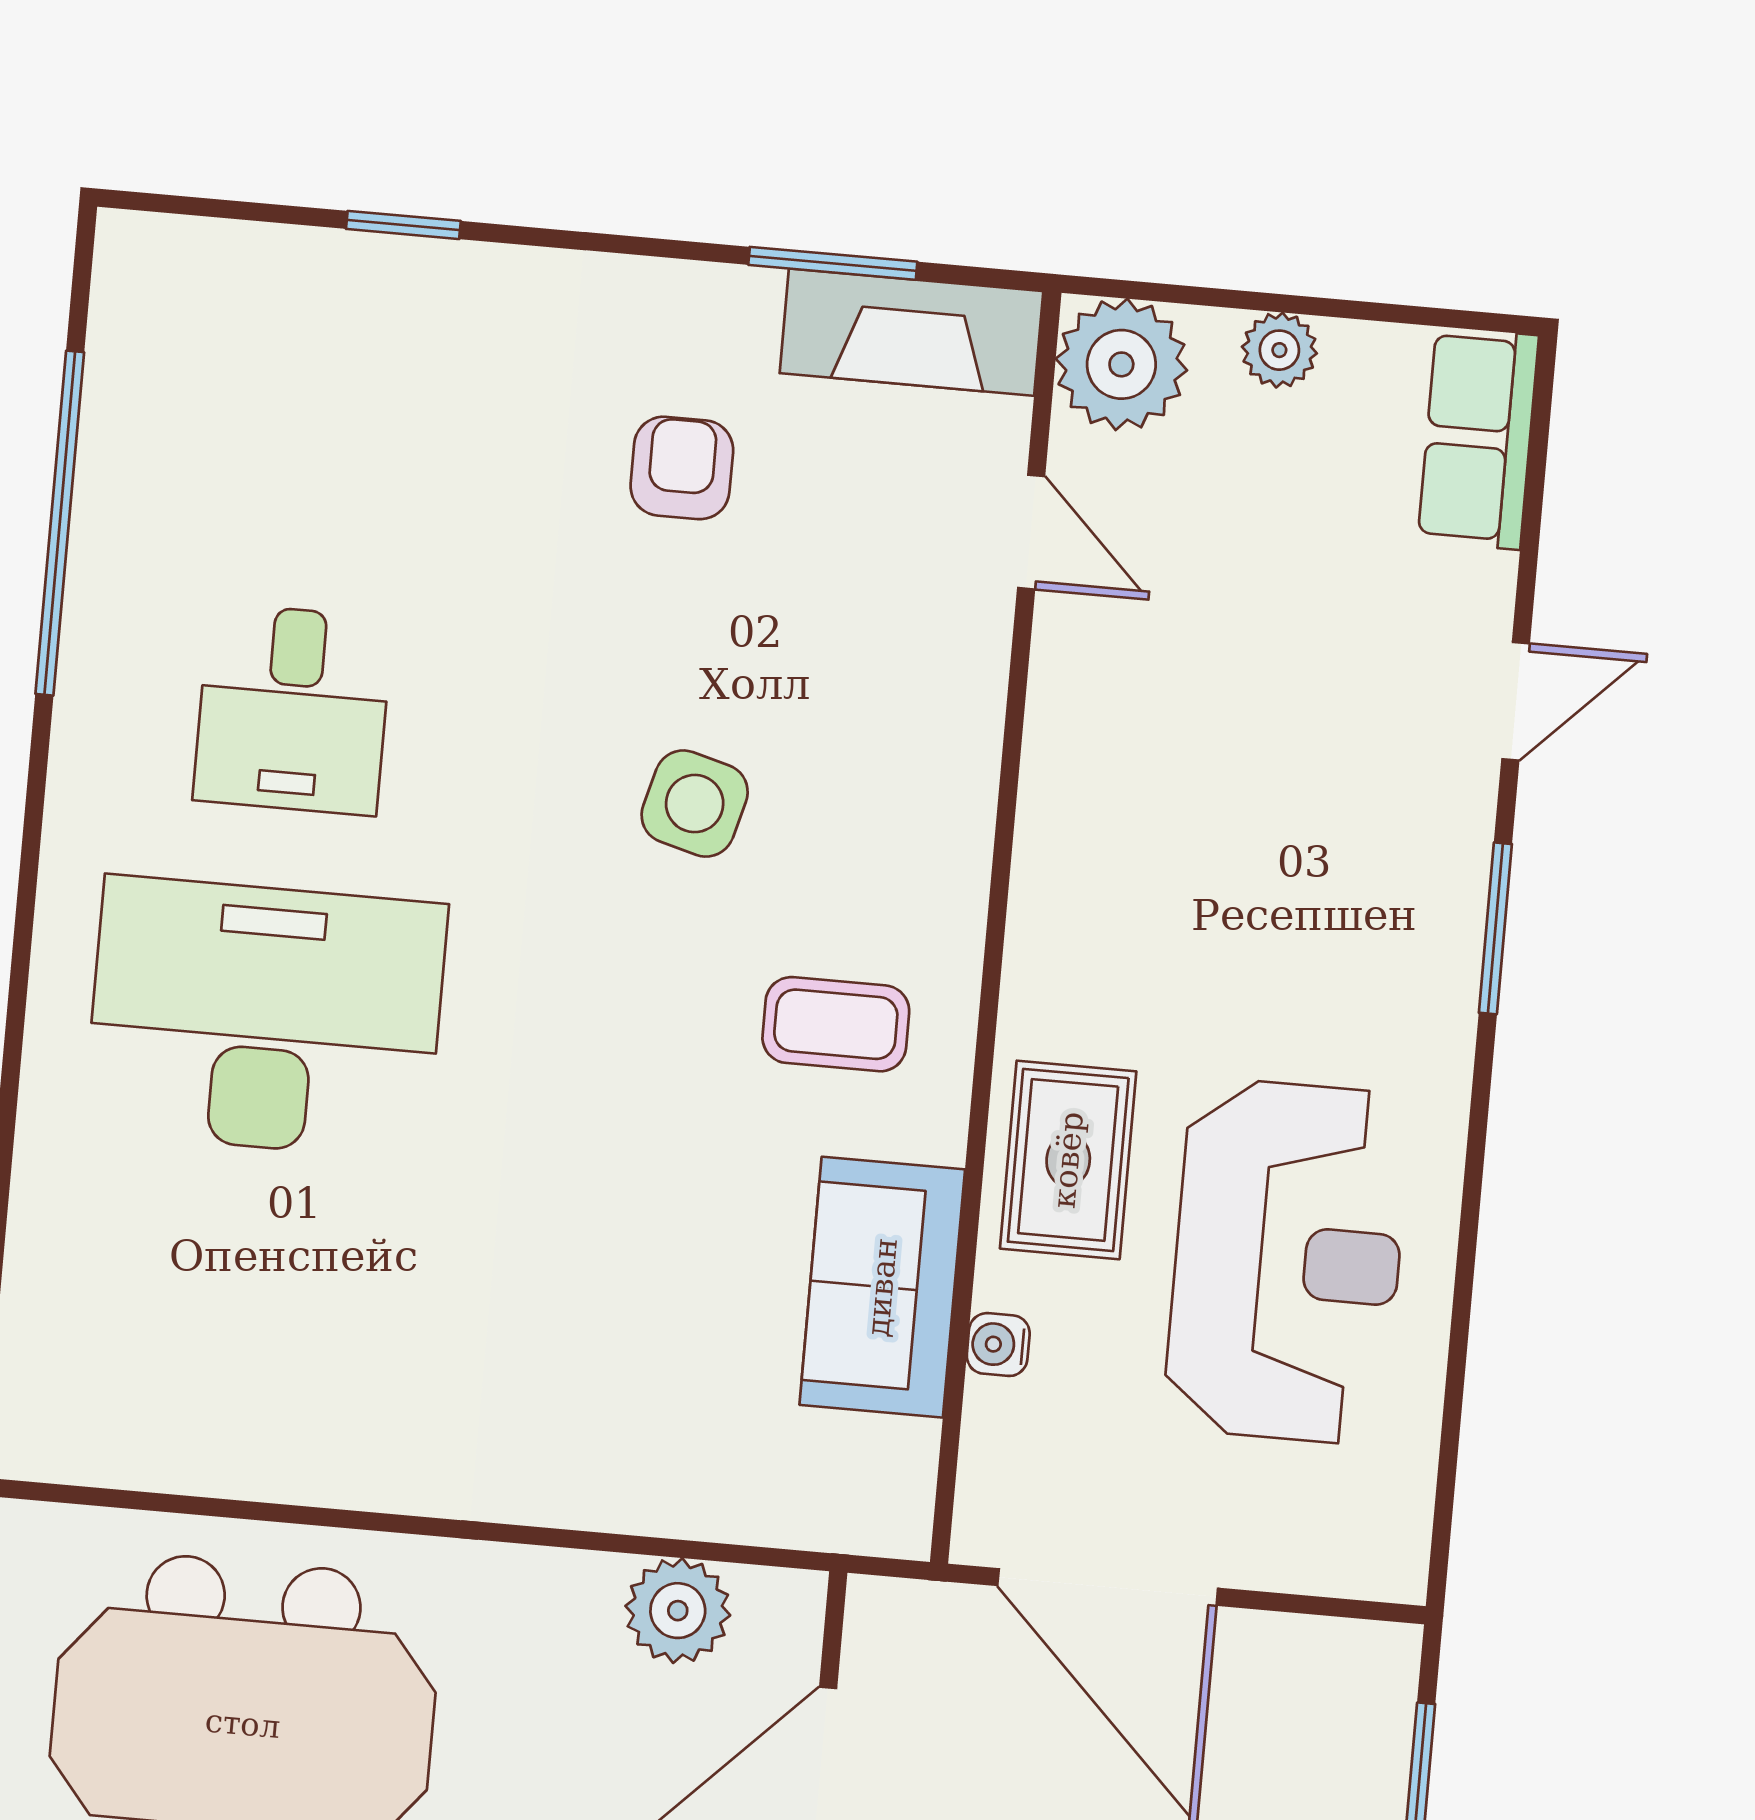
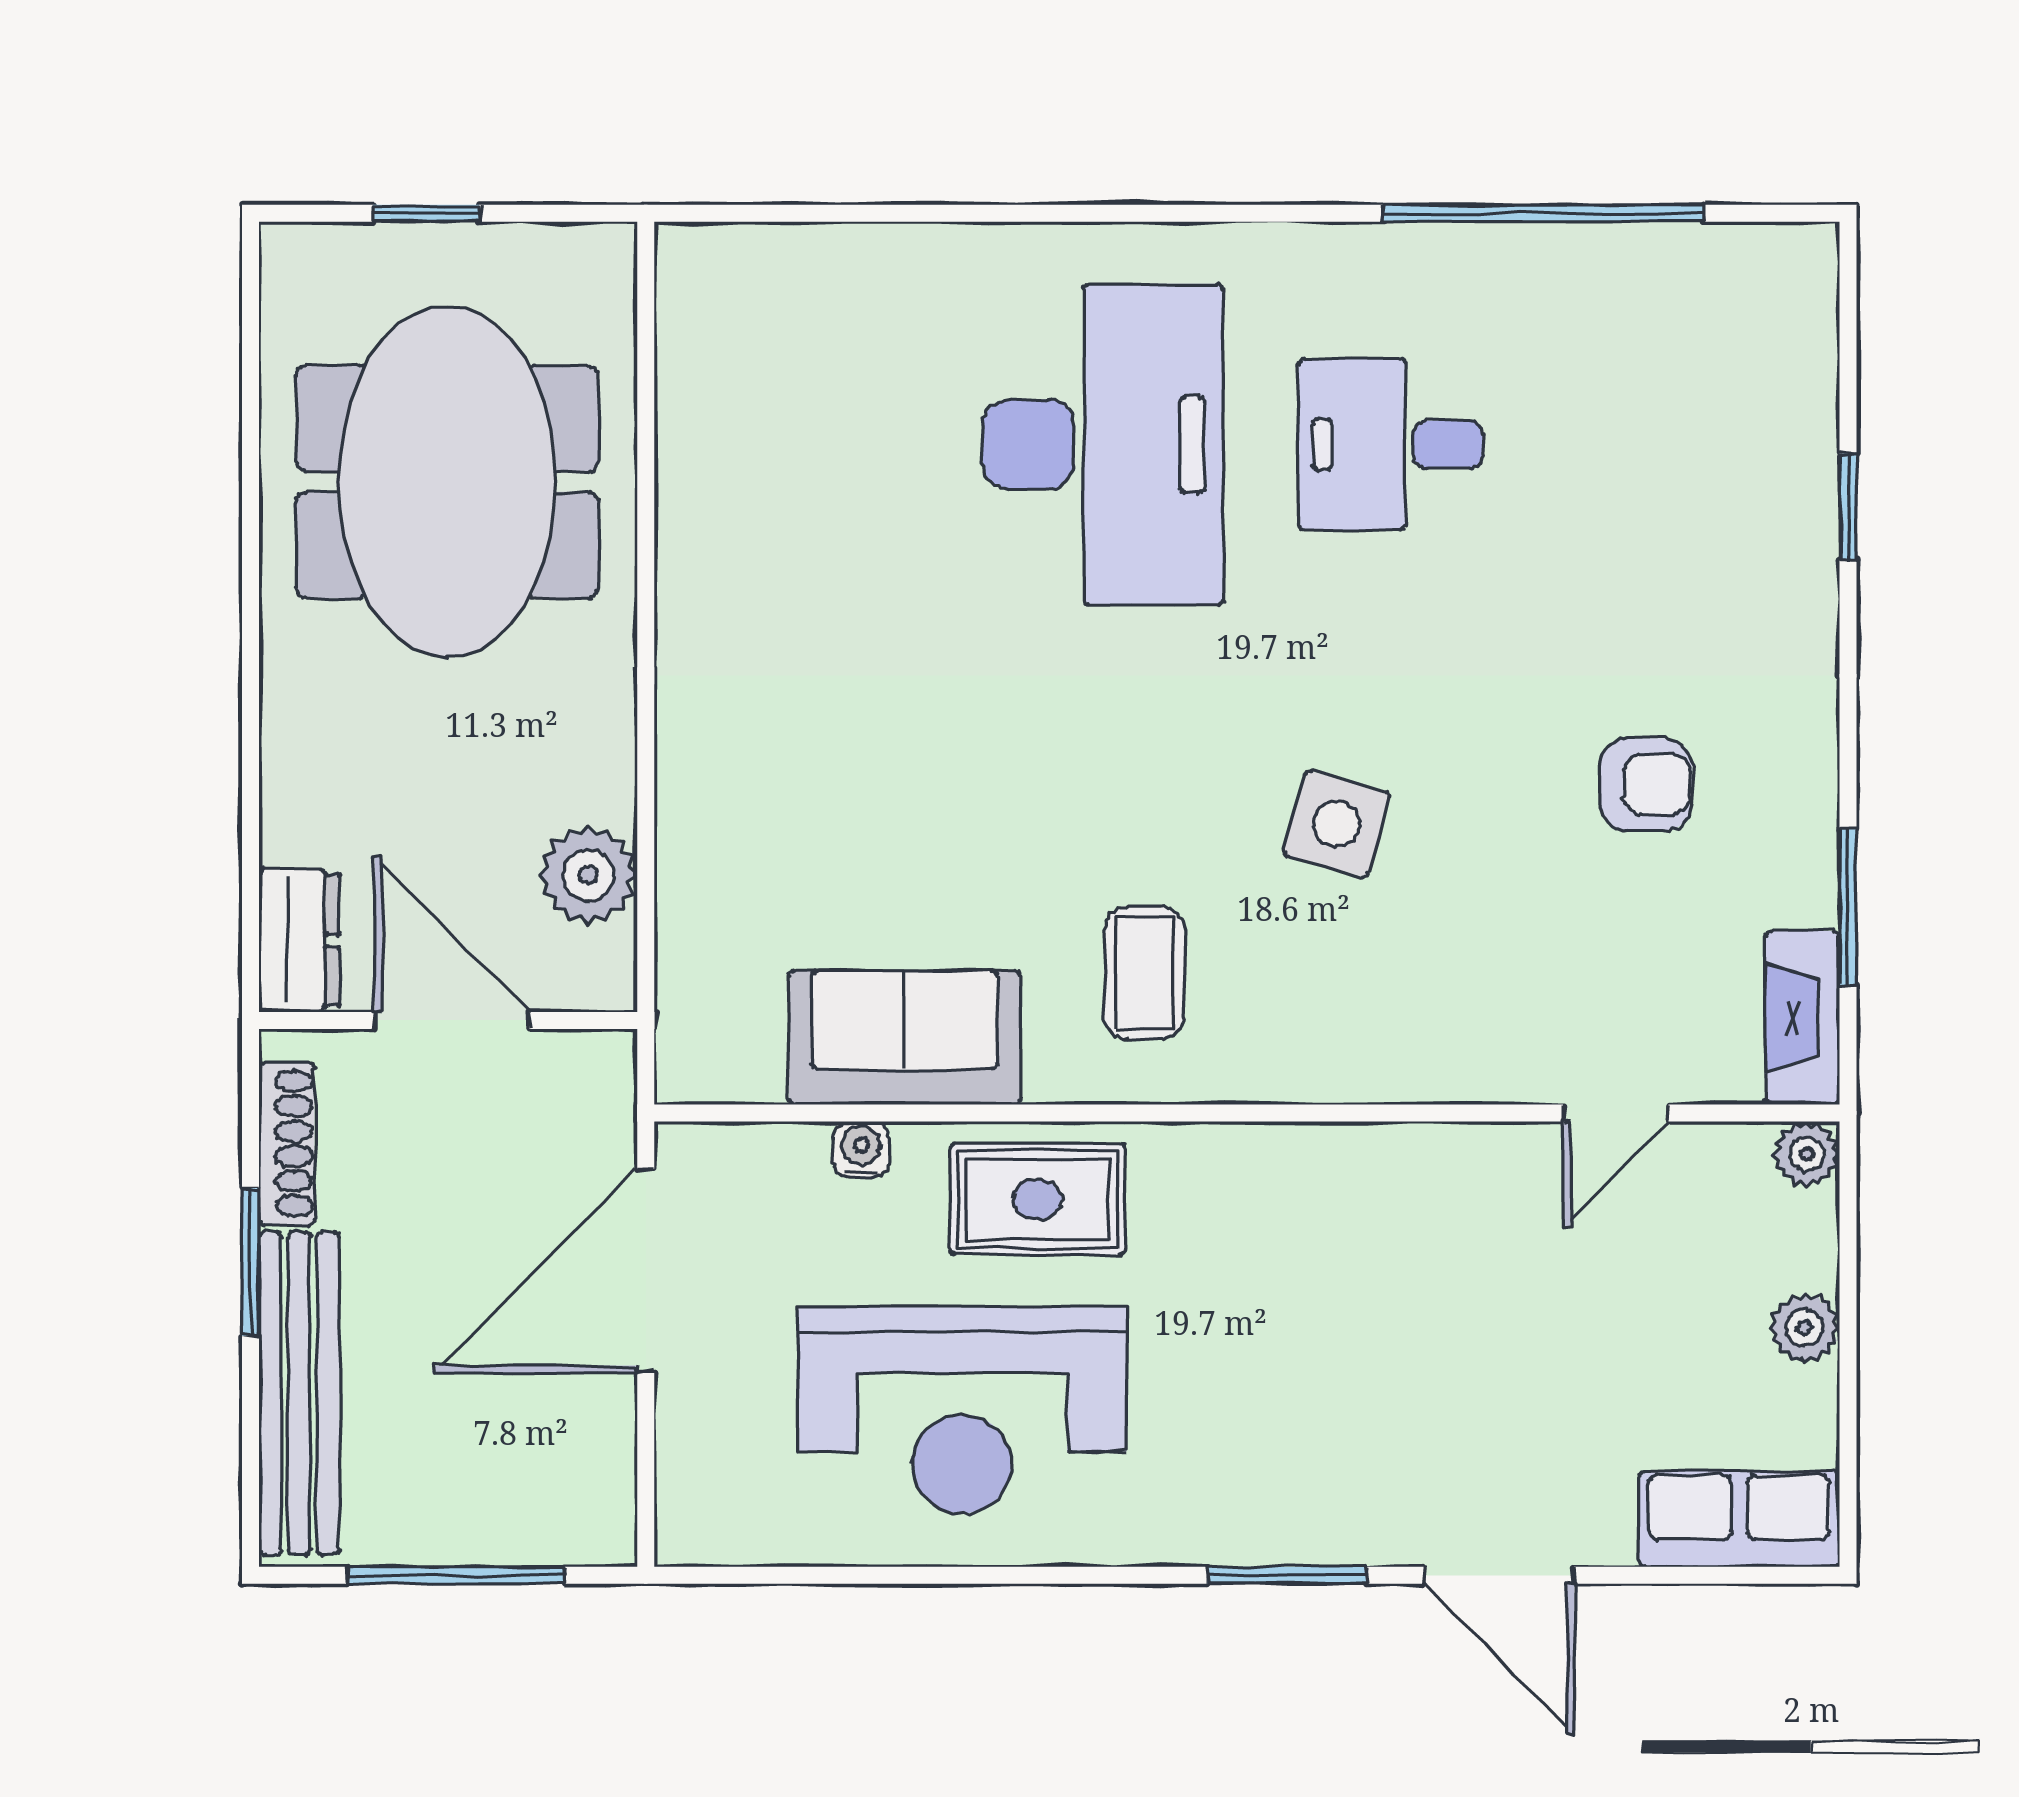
fireplace: (912, 332) -> (1803, 1018), width x0.73, depth x0.76
plant: (1121, 364) -> (1807, 1154), width x0.53, depth x0.53
door: (1516, 701) -> (1499, 1575), width x1.38

